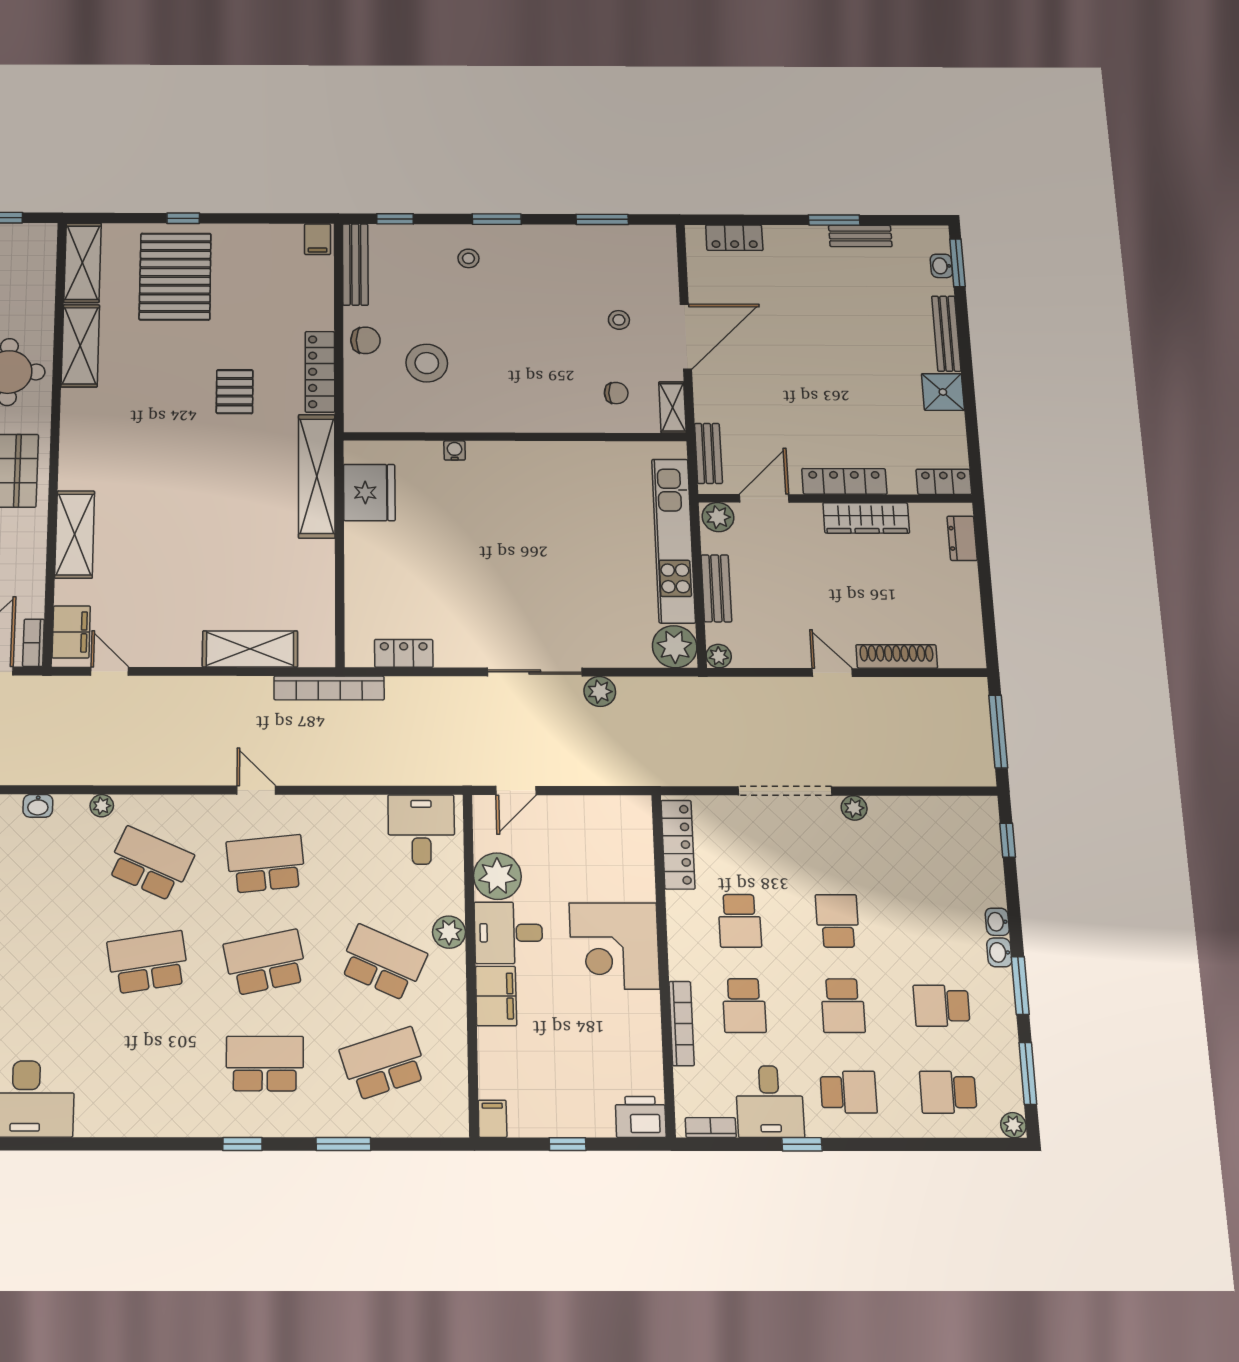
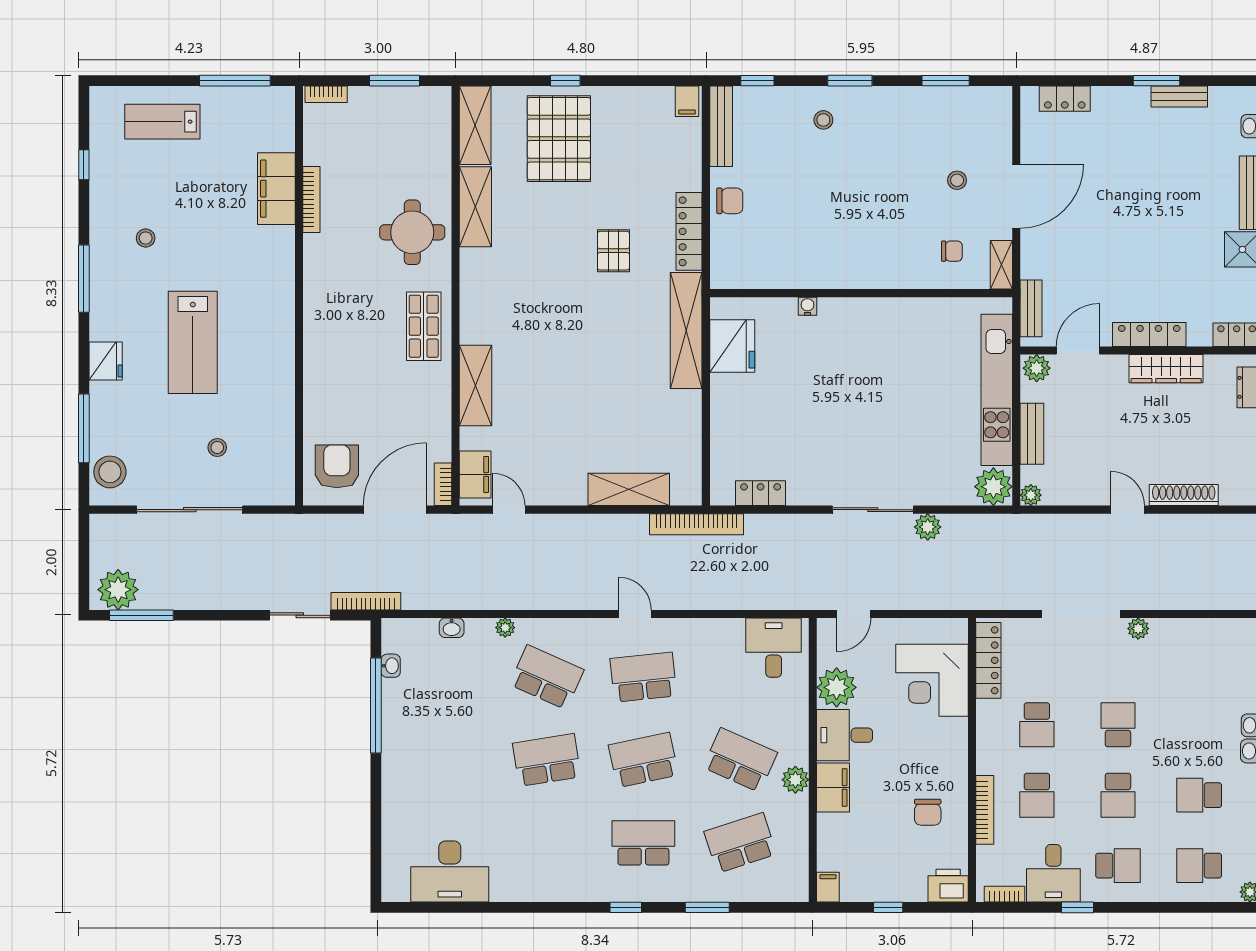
stool: (427, 363) -> (784, 223), removed
plant: (449, 932) -> (795, 780), moved
corner desk: (614, 946) -> (932, 680), moved
chair: (612, 1026) -> (928, 812), added

